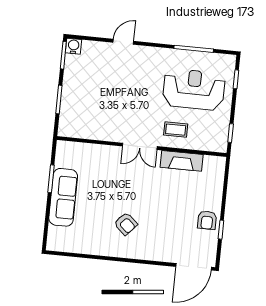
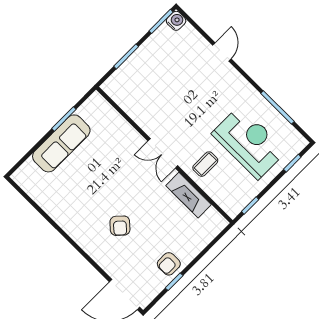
door: (123, 42) -> (222, 52), hinge flipped
coffee table: (176, 130) -> (205, 164), turned 90
armchair: (126, 224) -> (120, 226), moved

